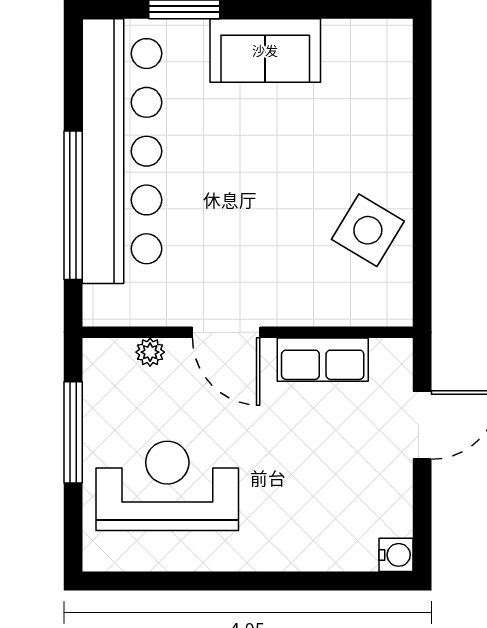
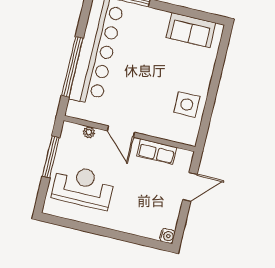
sofa: (265, 50) -> (191, 30), moved
side table: (368, 230) -> (187, 105), turned -31

